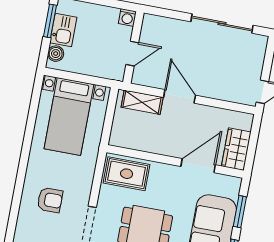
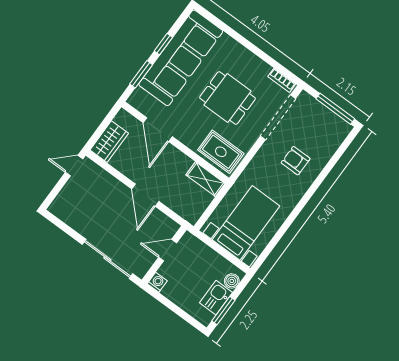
sliding door: (222, 24) -> (107, 259), moved
shelving: (142, 102) -> (205, 179), moved
wardrobe: (236, 149) -> (109, 142), moved
door: (198, 166) -> (158, 130), hinge flipped

